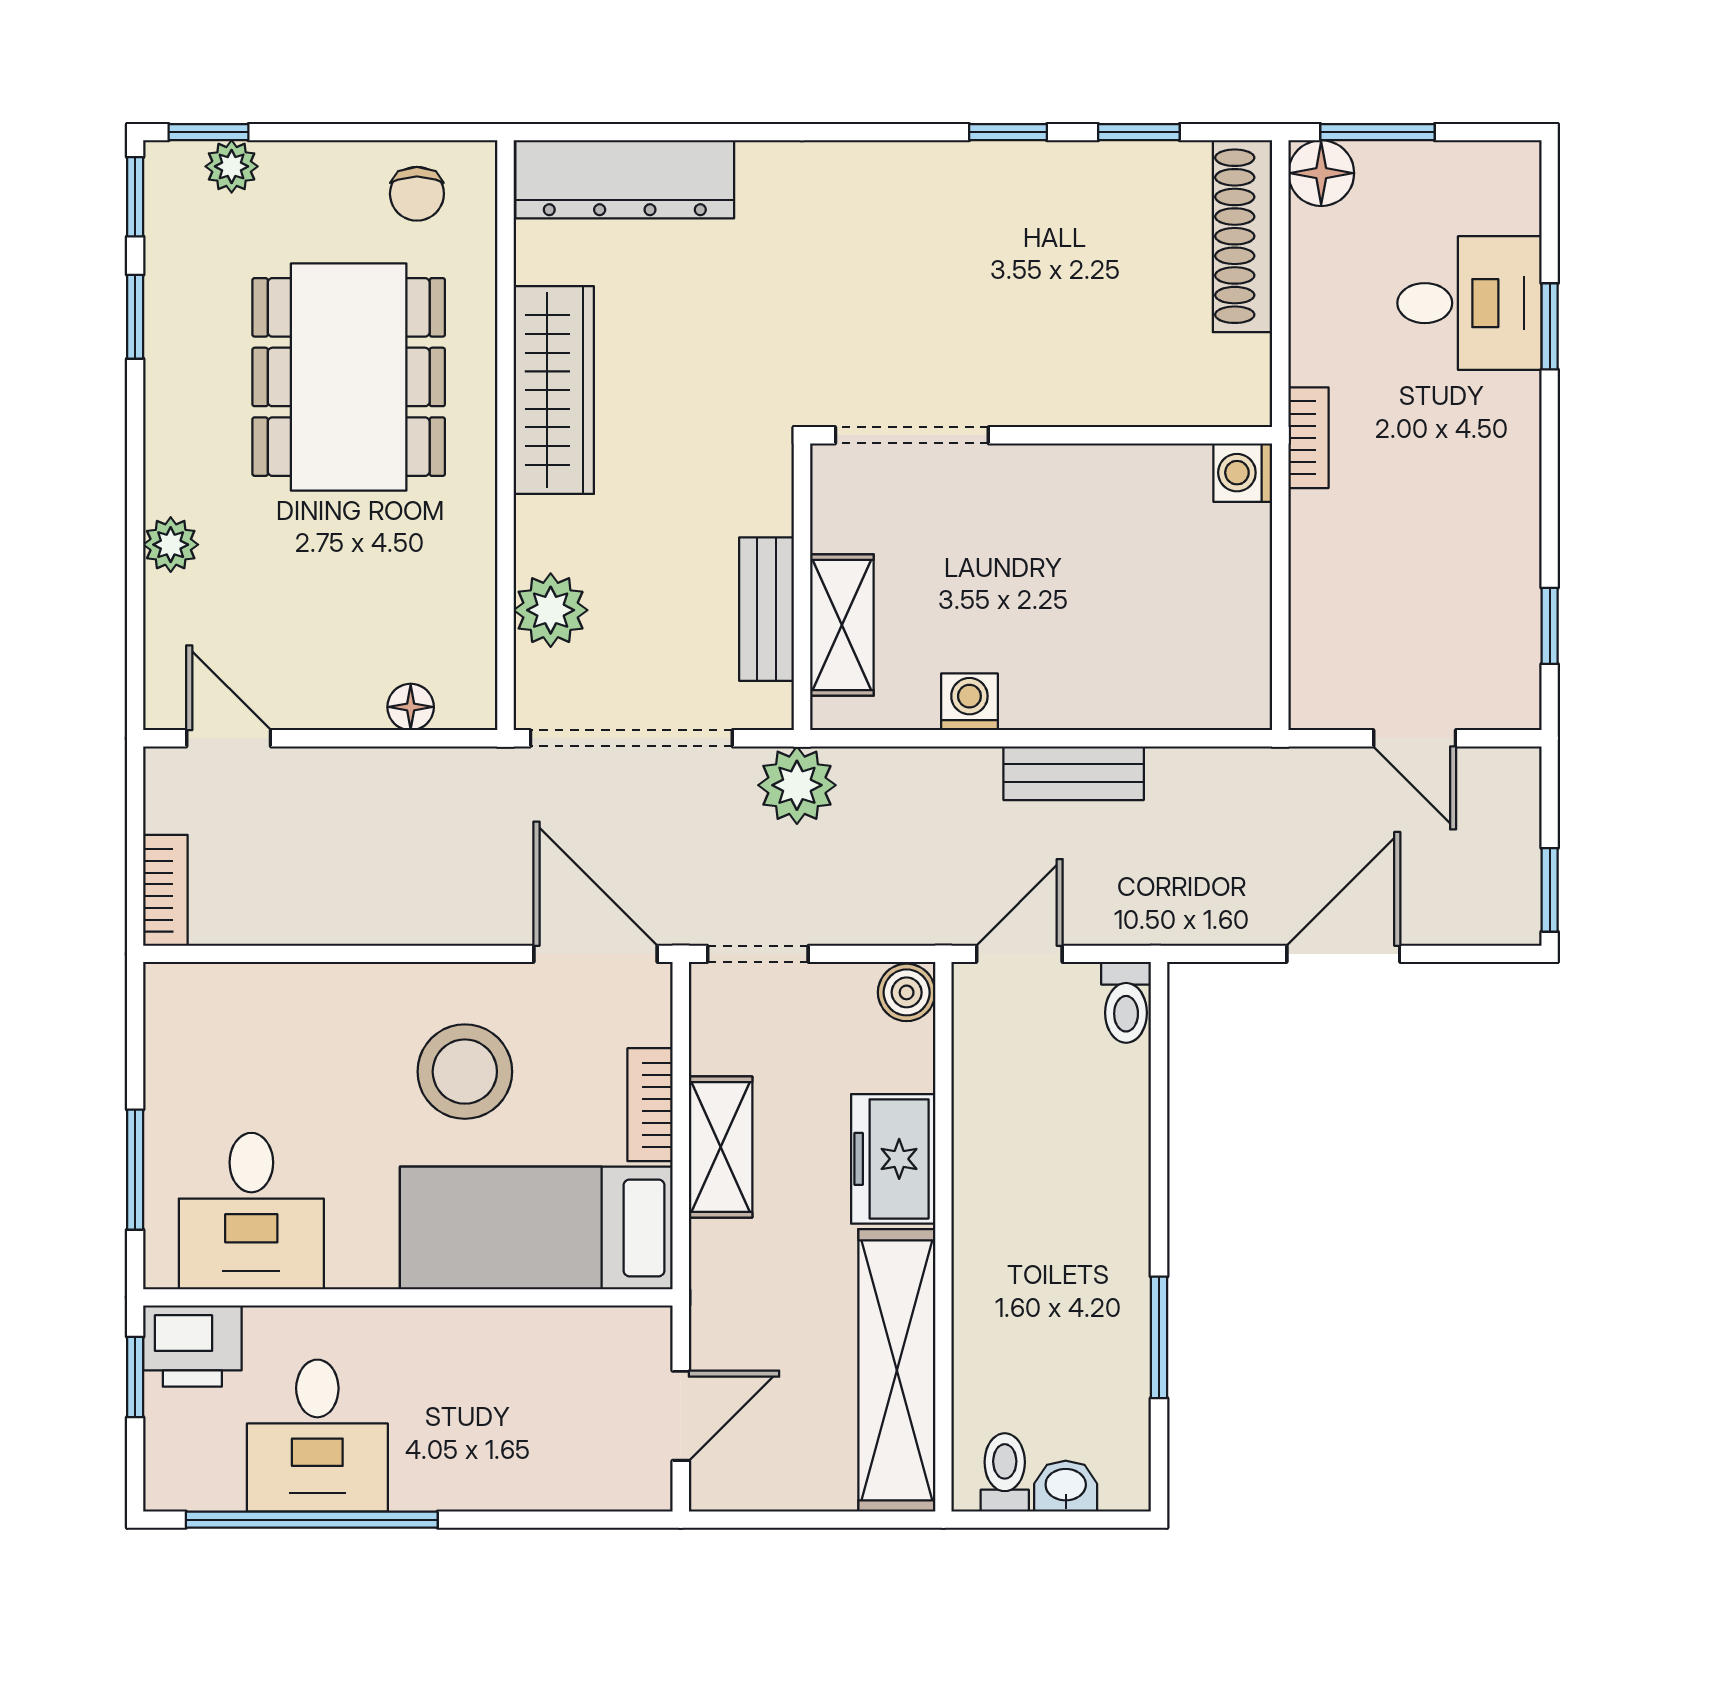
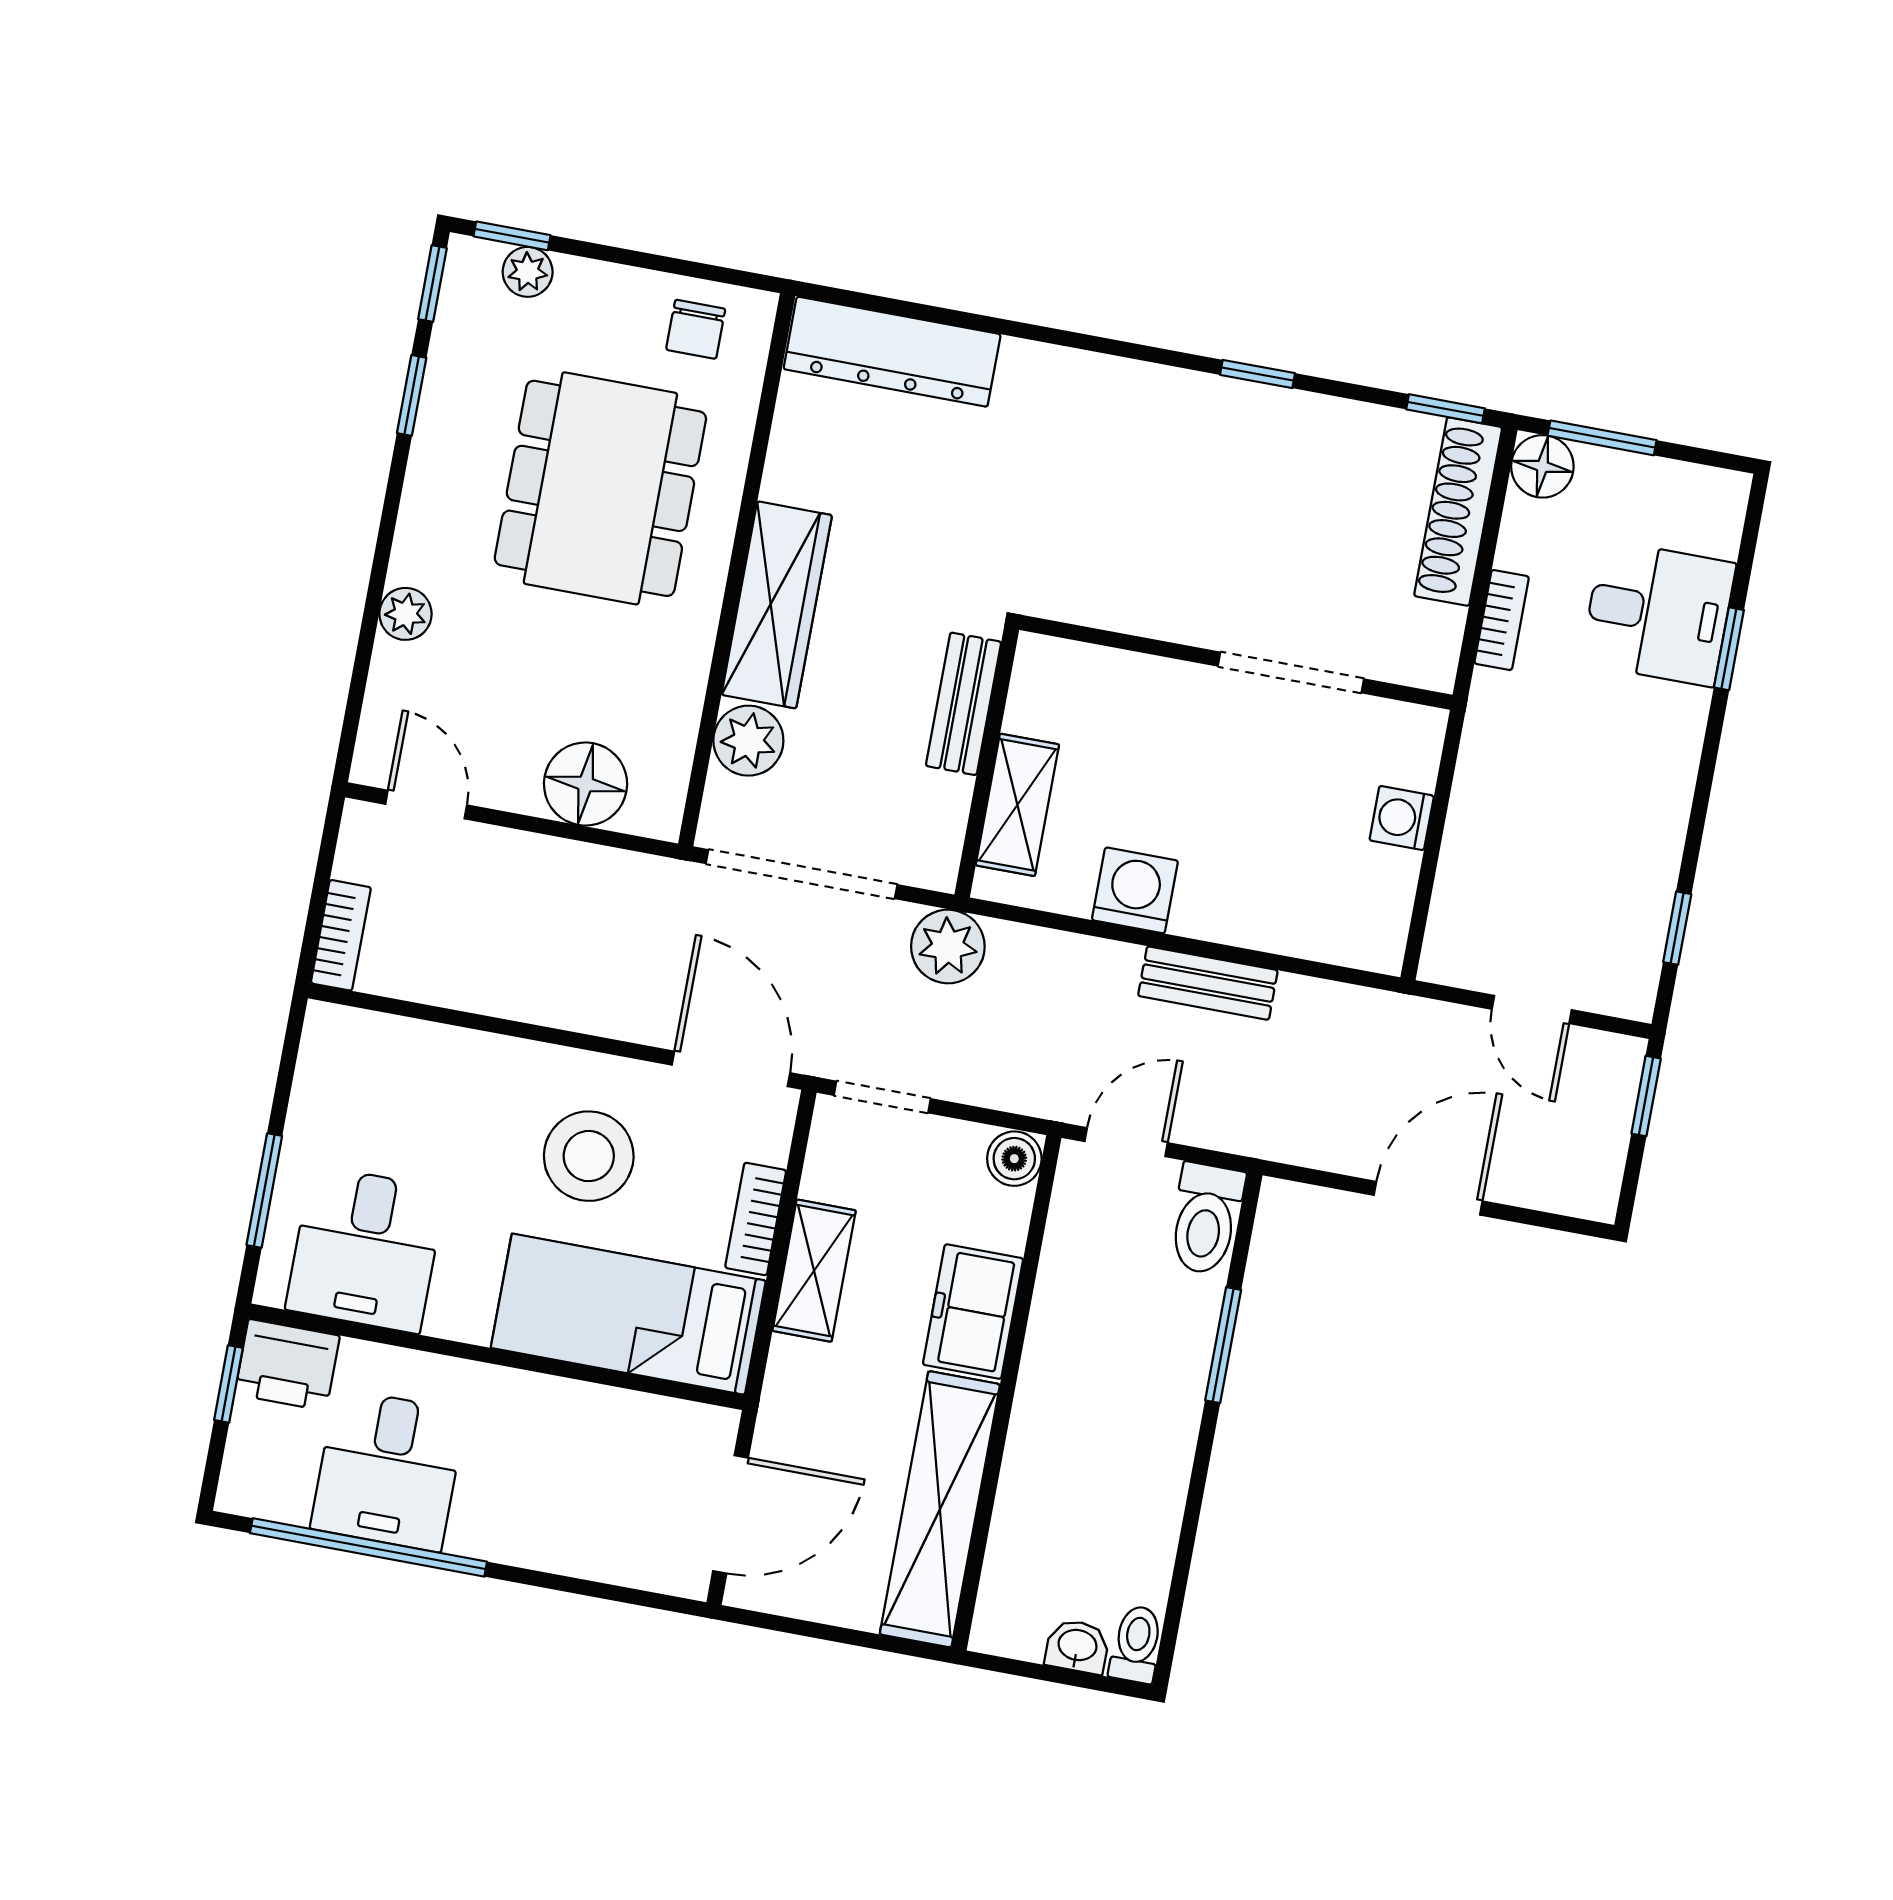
window: (1139, 132) -> (1445, 409), moved
wardrobe: (554, 390) -> (777, 605), moved
doorway: (912, 435) -> (1291, 673), moved
bookcase: (1308, 438) -> (1502, 620), moved
washing machine: (1243, 473) -> (1402, 818), moved
bench: (766, 609) -> (963, 704), moved
washing machine: (969, 702) -> (1135, 890), width x1.38, depth x1.38
floor lamp: (411, 707) -> (586, 784), width x1.89, depth x1.89
window: (1550, 890) -> (1646, 1096), moved
toilet: (1126, 1002) -> (1206, 1219), width x1.37, depth x1.39
window: (1159, 1337) -> (1223, 1345), moved
door: (681, 1416) -> (730, 1514), width x1.38
toilet: (1005, 1472) -> (1136, 1644), moved

